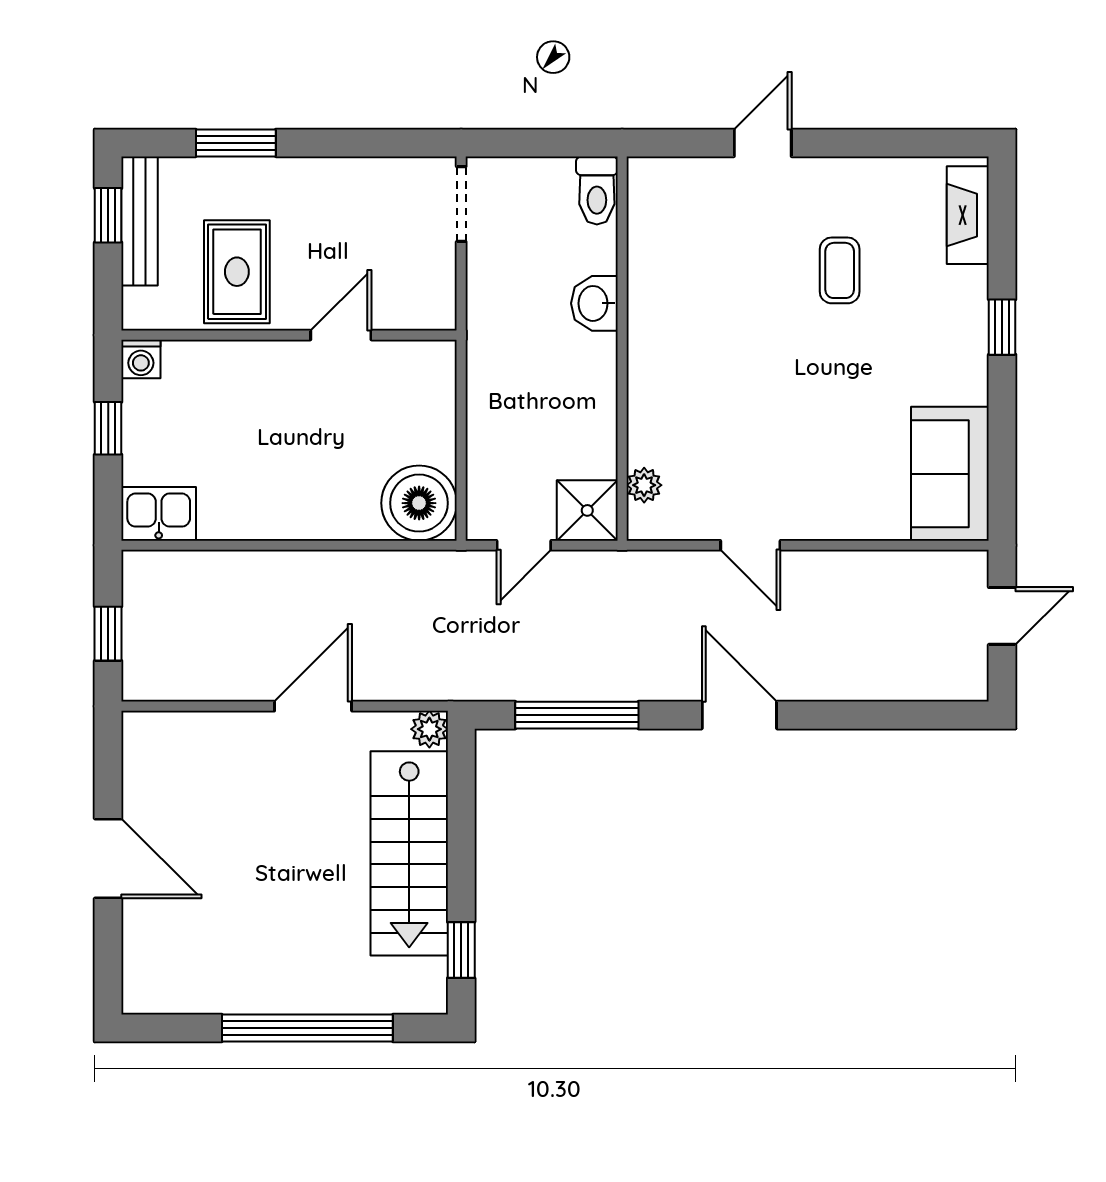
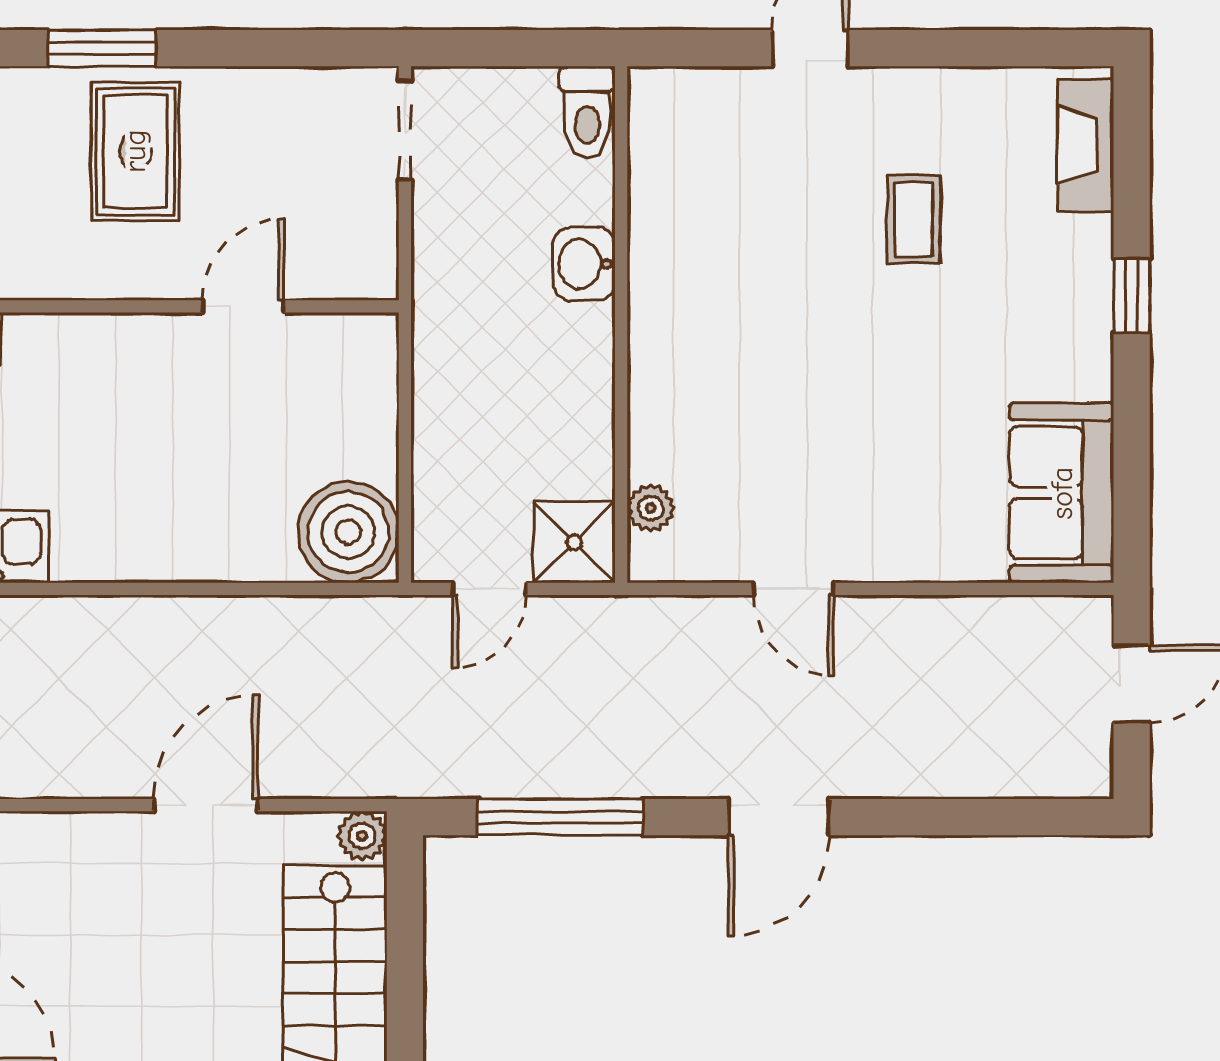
rug: (237, 272) -> (135, 151), moved
door: (739, 715) -> (779, 817), swing flipped

